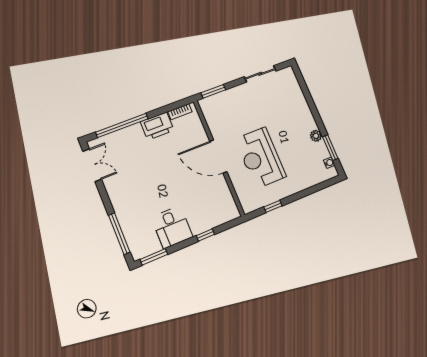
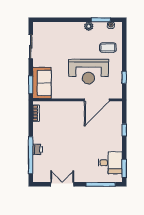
sofa: (222, 104) -> (42, 83), added
printer: (157, 126) -> (38, 149), moved, width x0.53, depth x0.68
door: (218, 156) -> (97, 100), moved
double door: (92, 165) -> (62, 184), moved
coffee table: (301, 170) -> (108, 48), added
desk: (172, 227) -> (110, 163), moved

